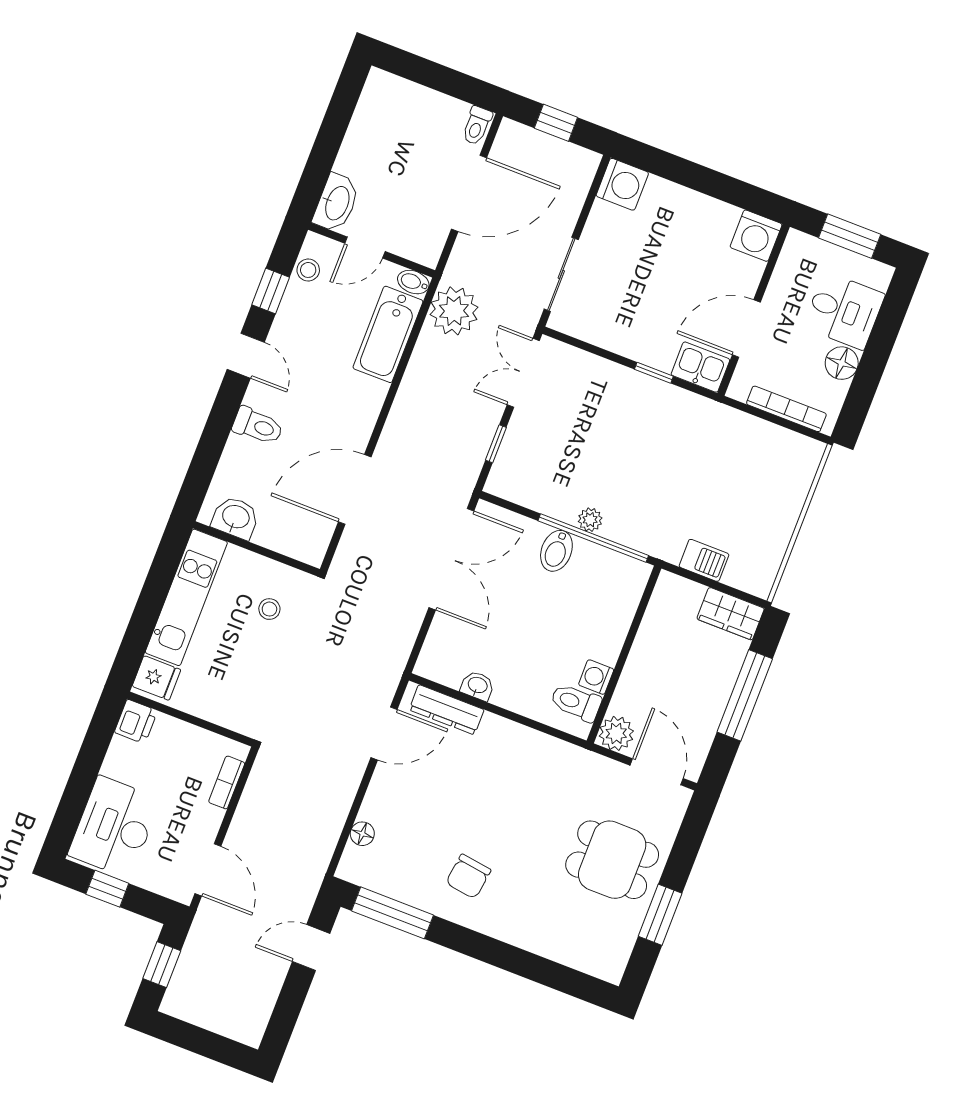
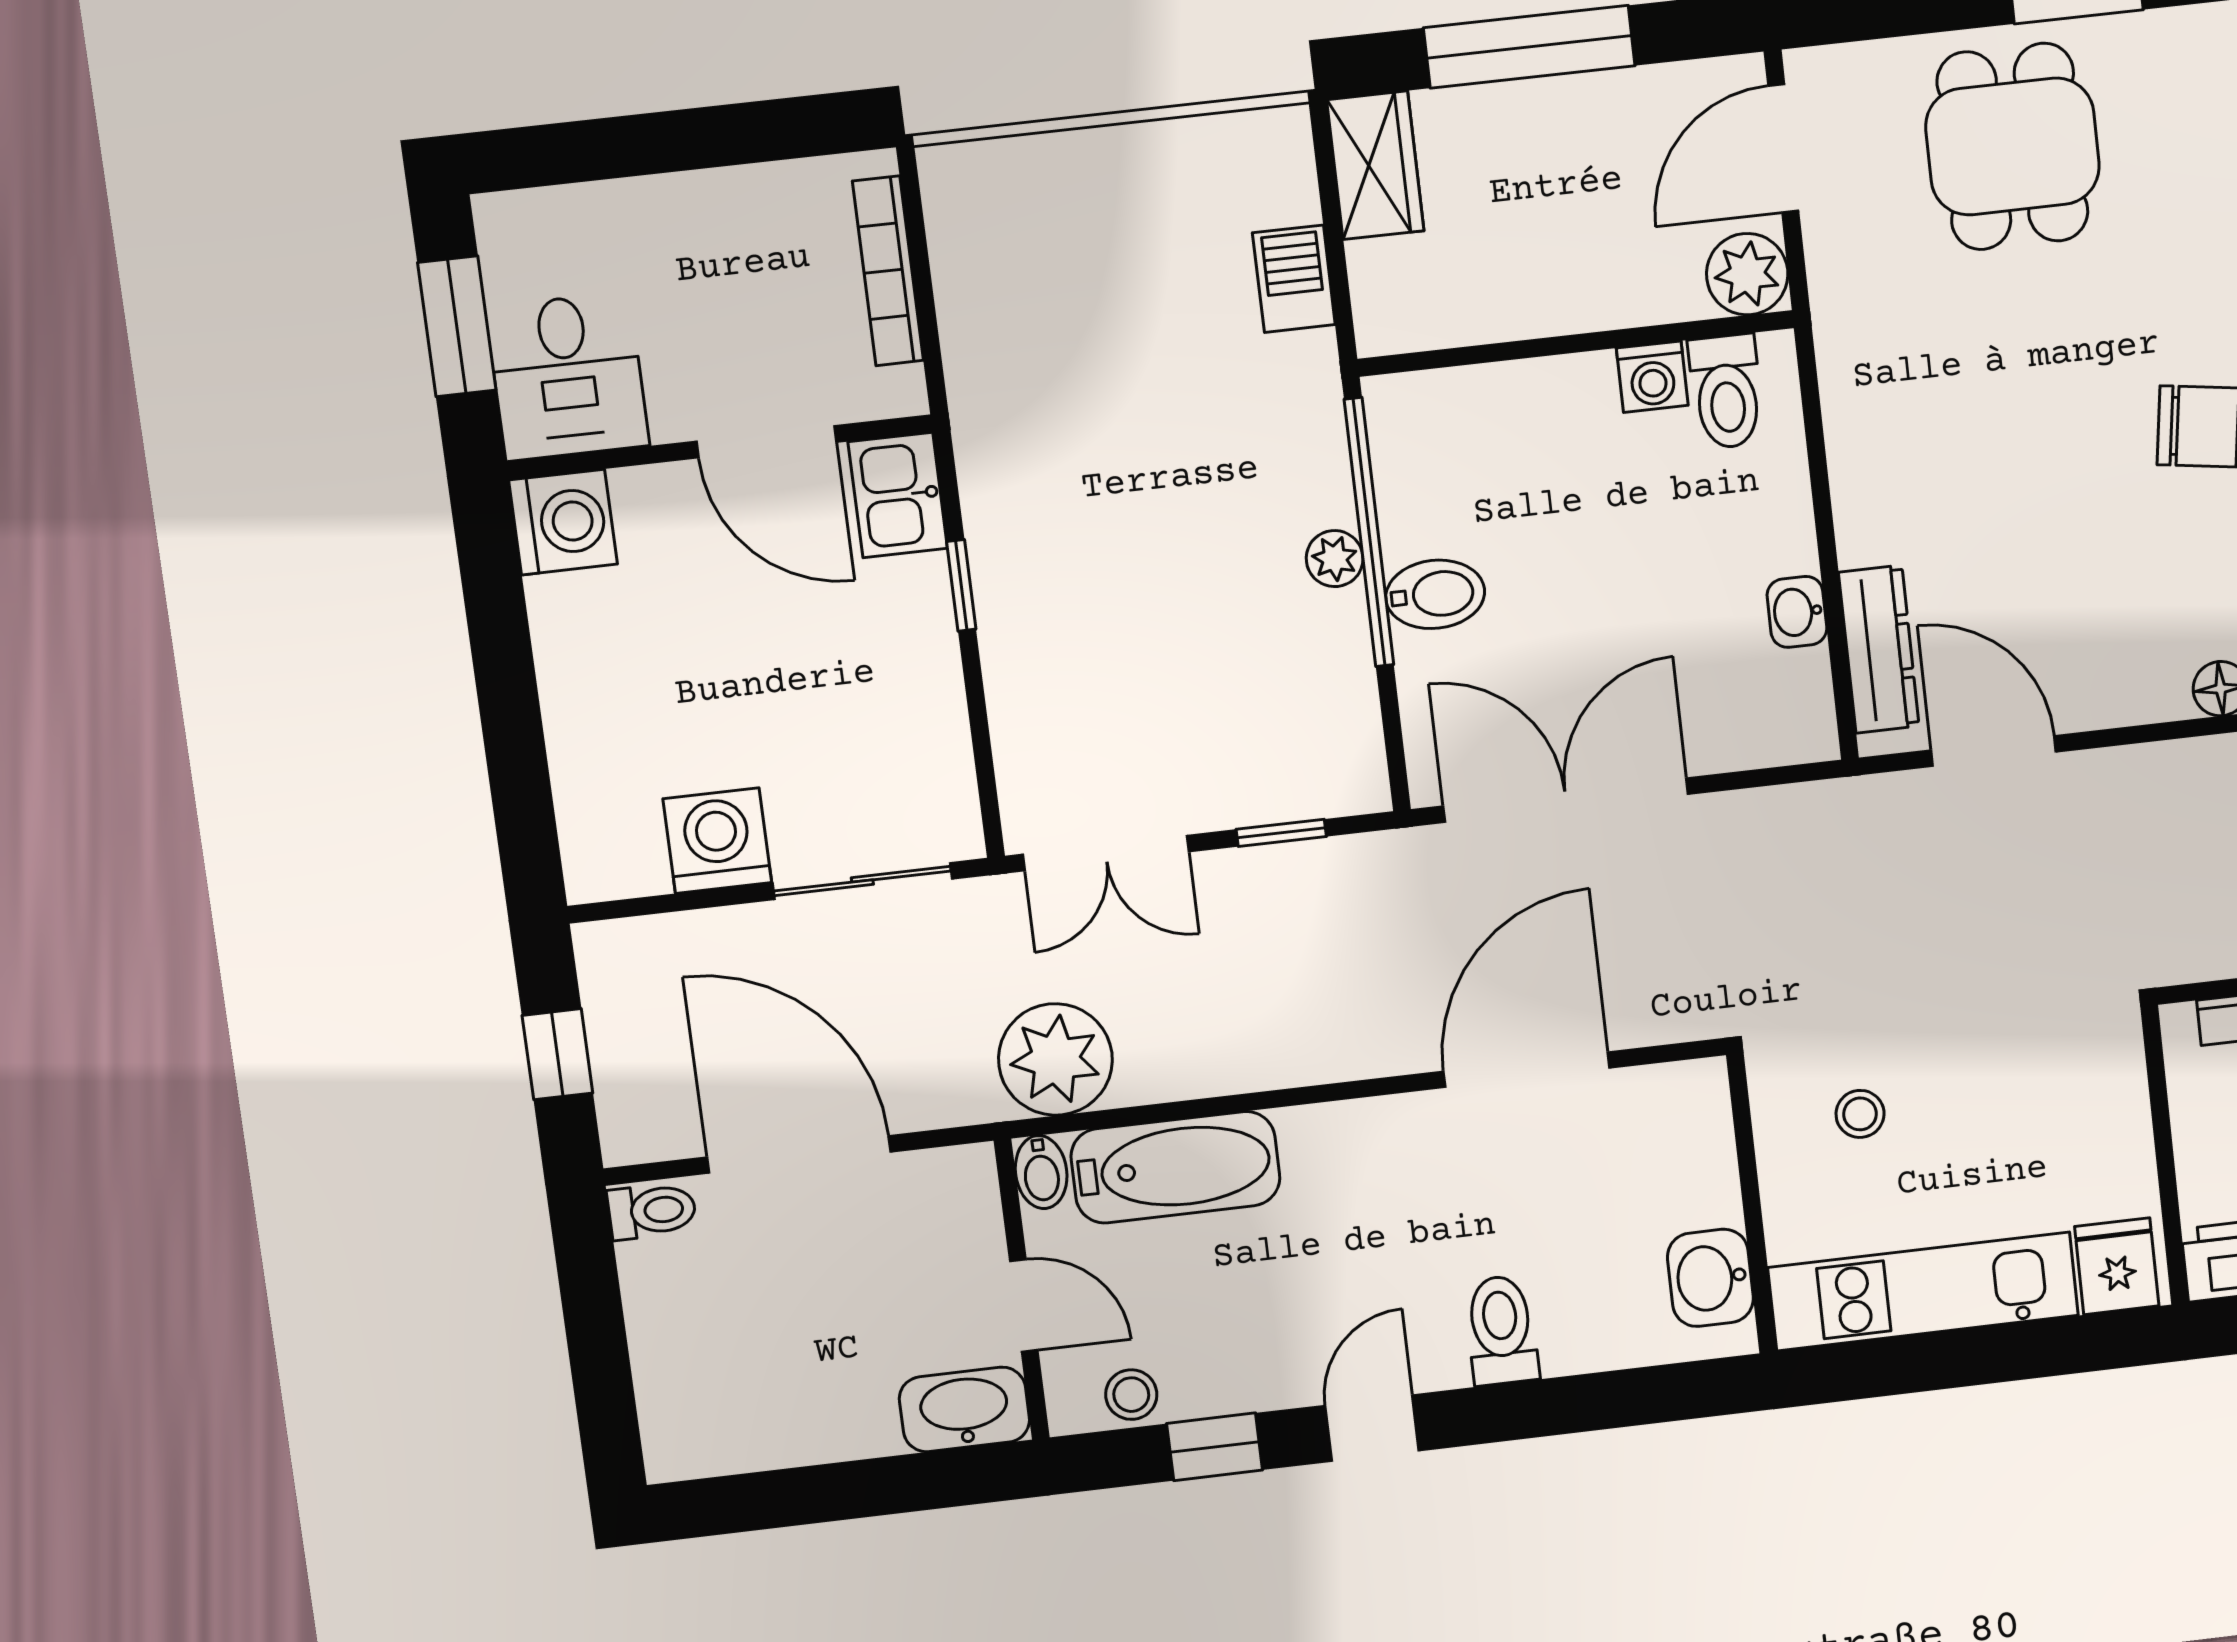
washing machine: (622, 184) -> (717, 841), moved
desk: (844, 311) -> (568, 376), moved, turned 180
floor lamp: (842, 363) -> (730, 205), removed
door: (355, 489) -> (1527, 1070), swing flipped

